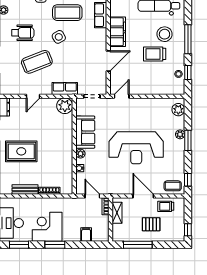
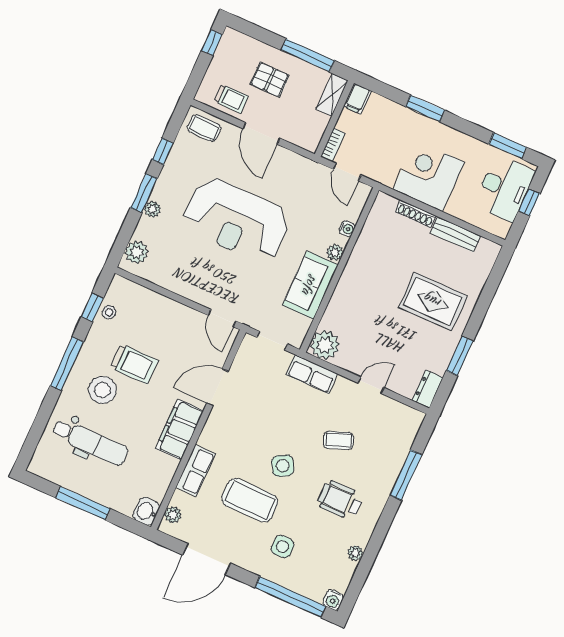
coffee table: (37, 62) -> (339, 440), width x0.54, depth x0.58
door: (122, 96) -> (222, 318), hinge flipped
reception desk: (136, 148) -> (237, 220), turned 180
window: (188, 180) -> (163, 151), moved
shelving: (117, 213) -> (332, 95), moved
corner desk: (47, 227) -> (429, 176), moved, turned 180
filing cabinet: (86, 235) -> (357, 99), moved
window: (55, 245) -> (425, 108), moved

